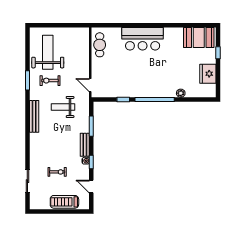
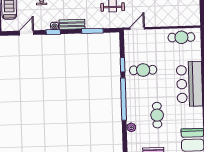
cafe table: (170, 69) -> (157, 115), added
cafe table: (129, 81) -> (143, 70), added

